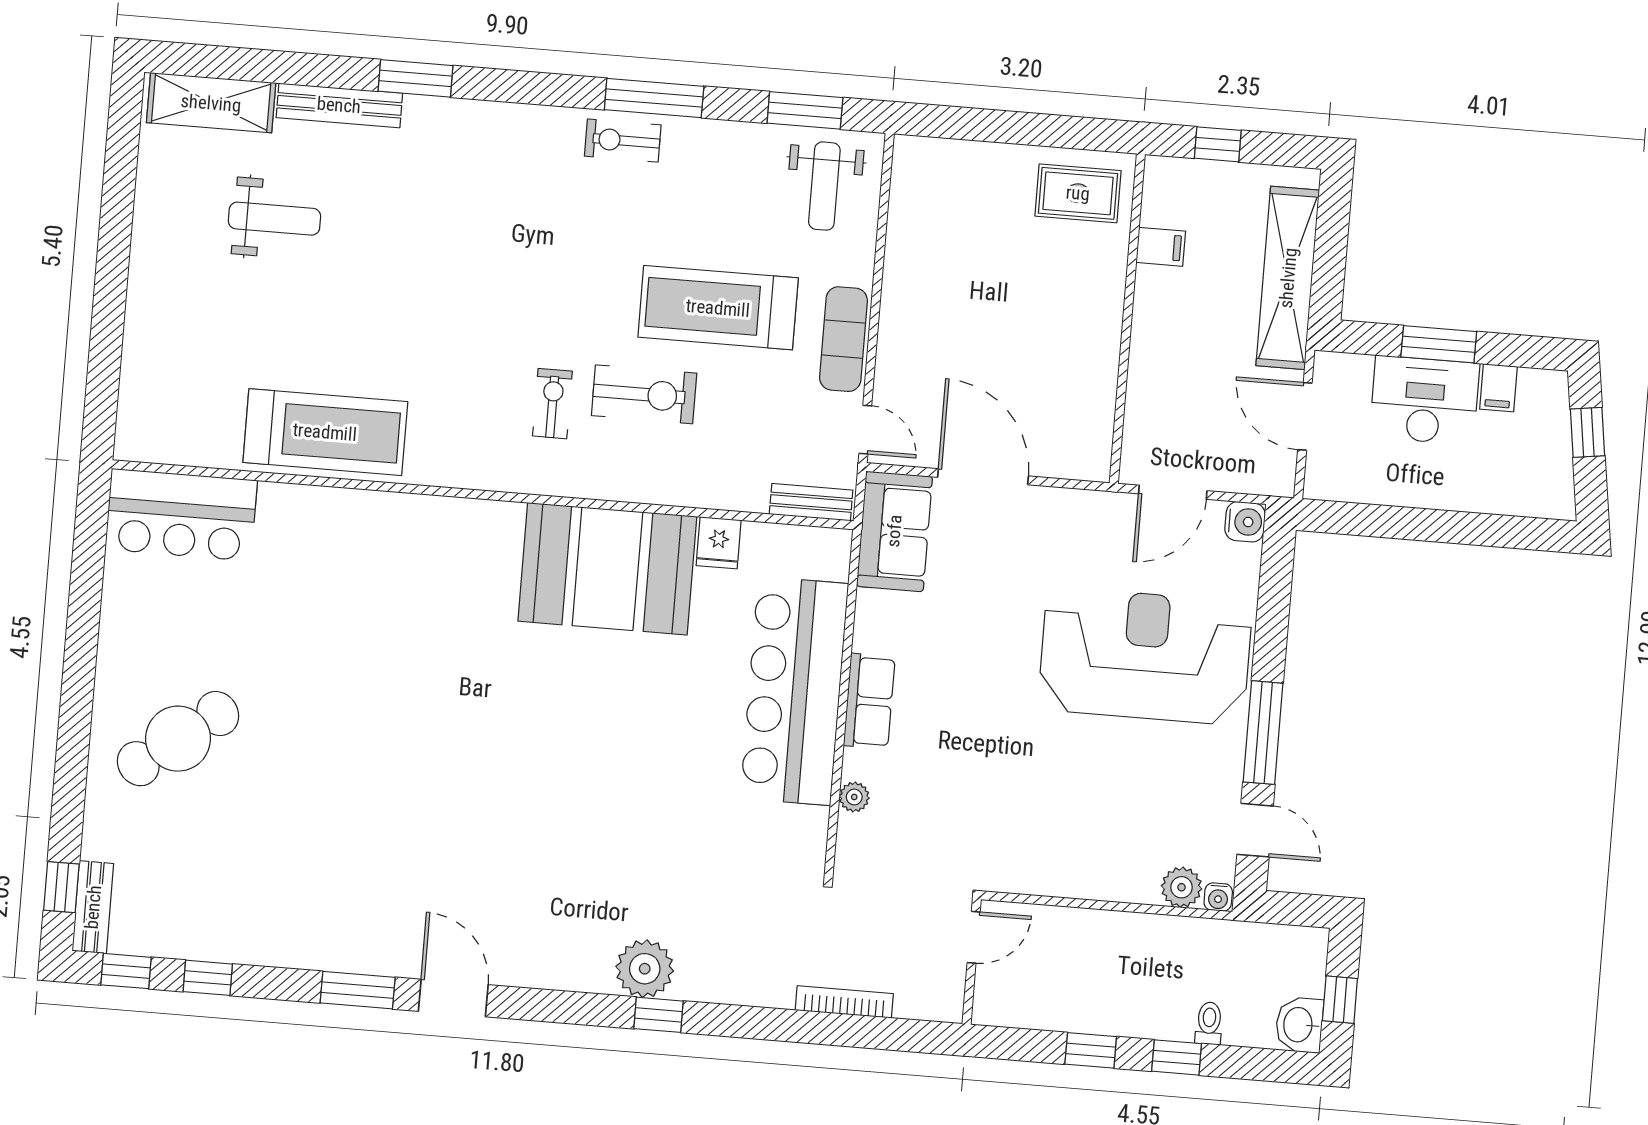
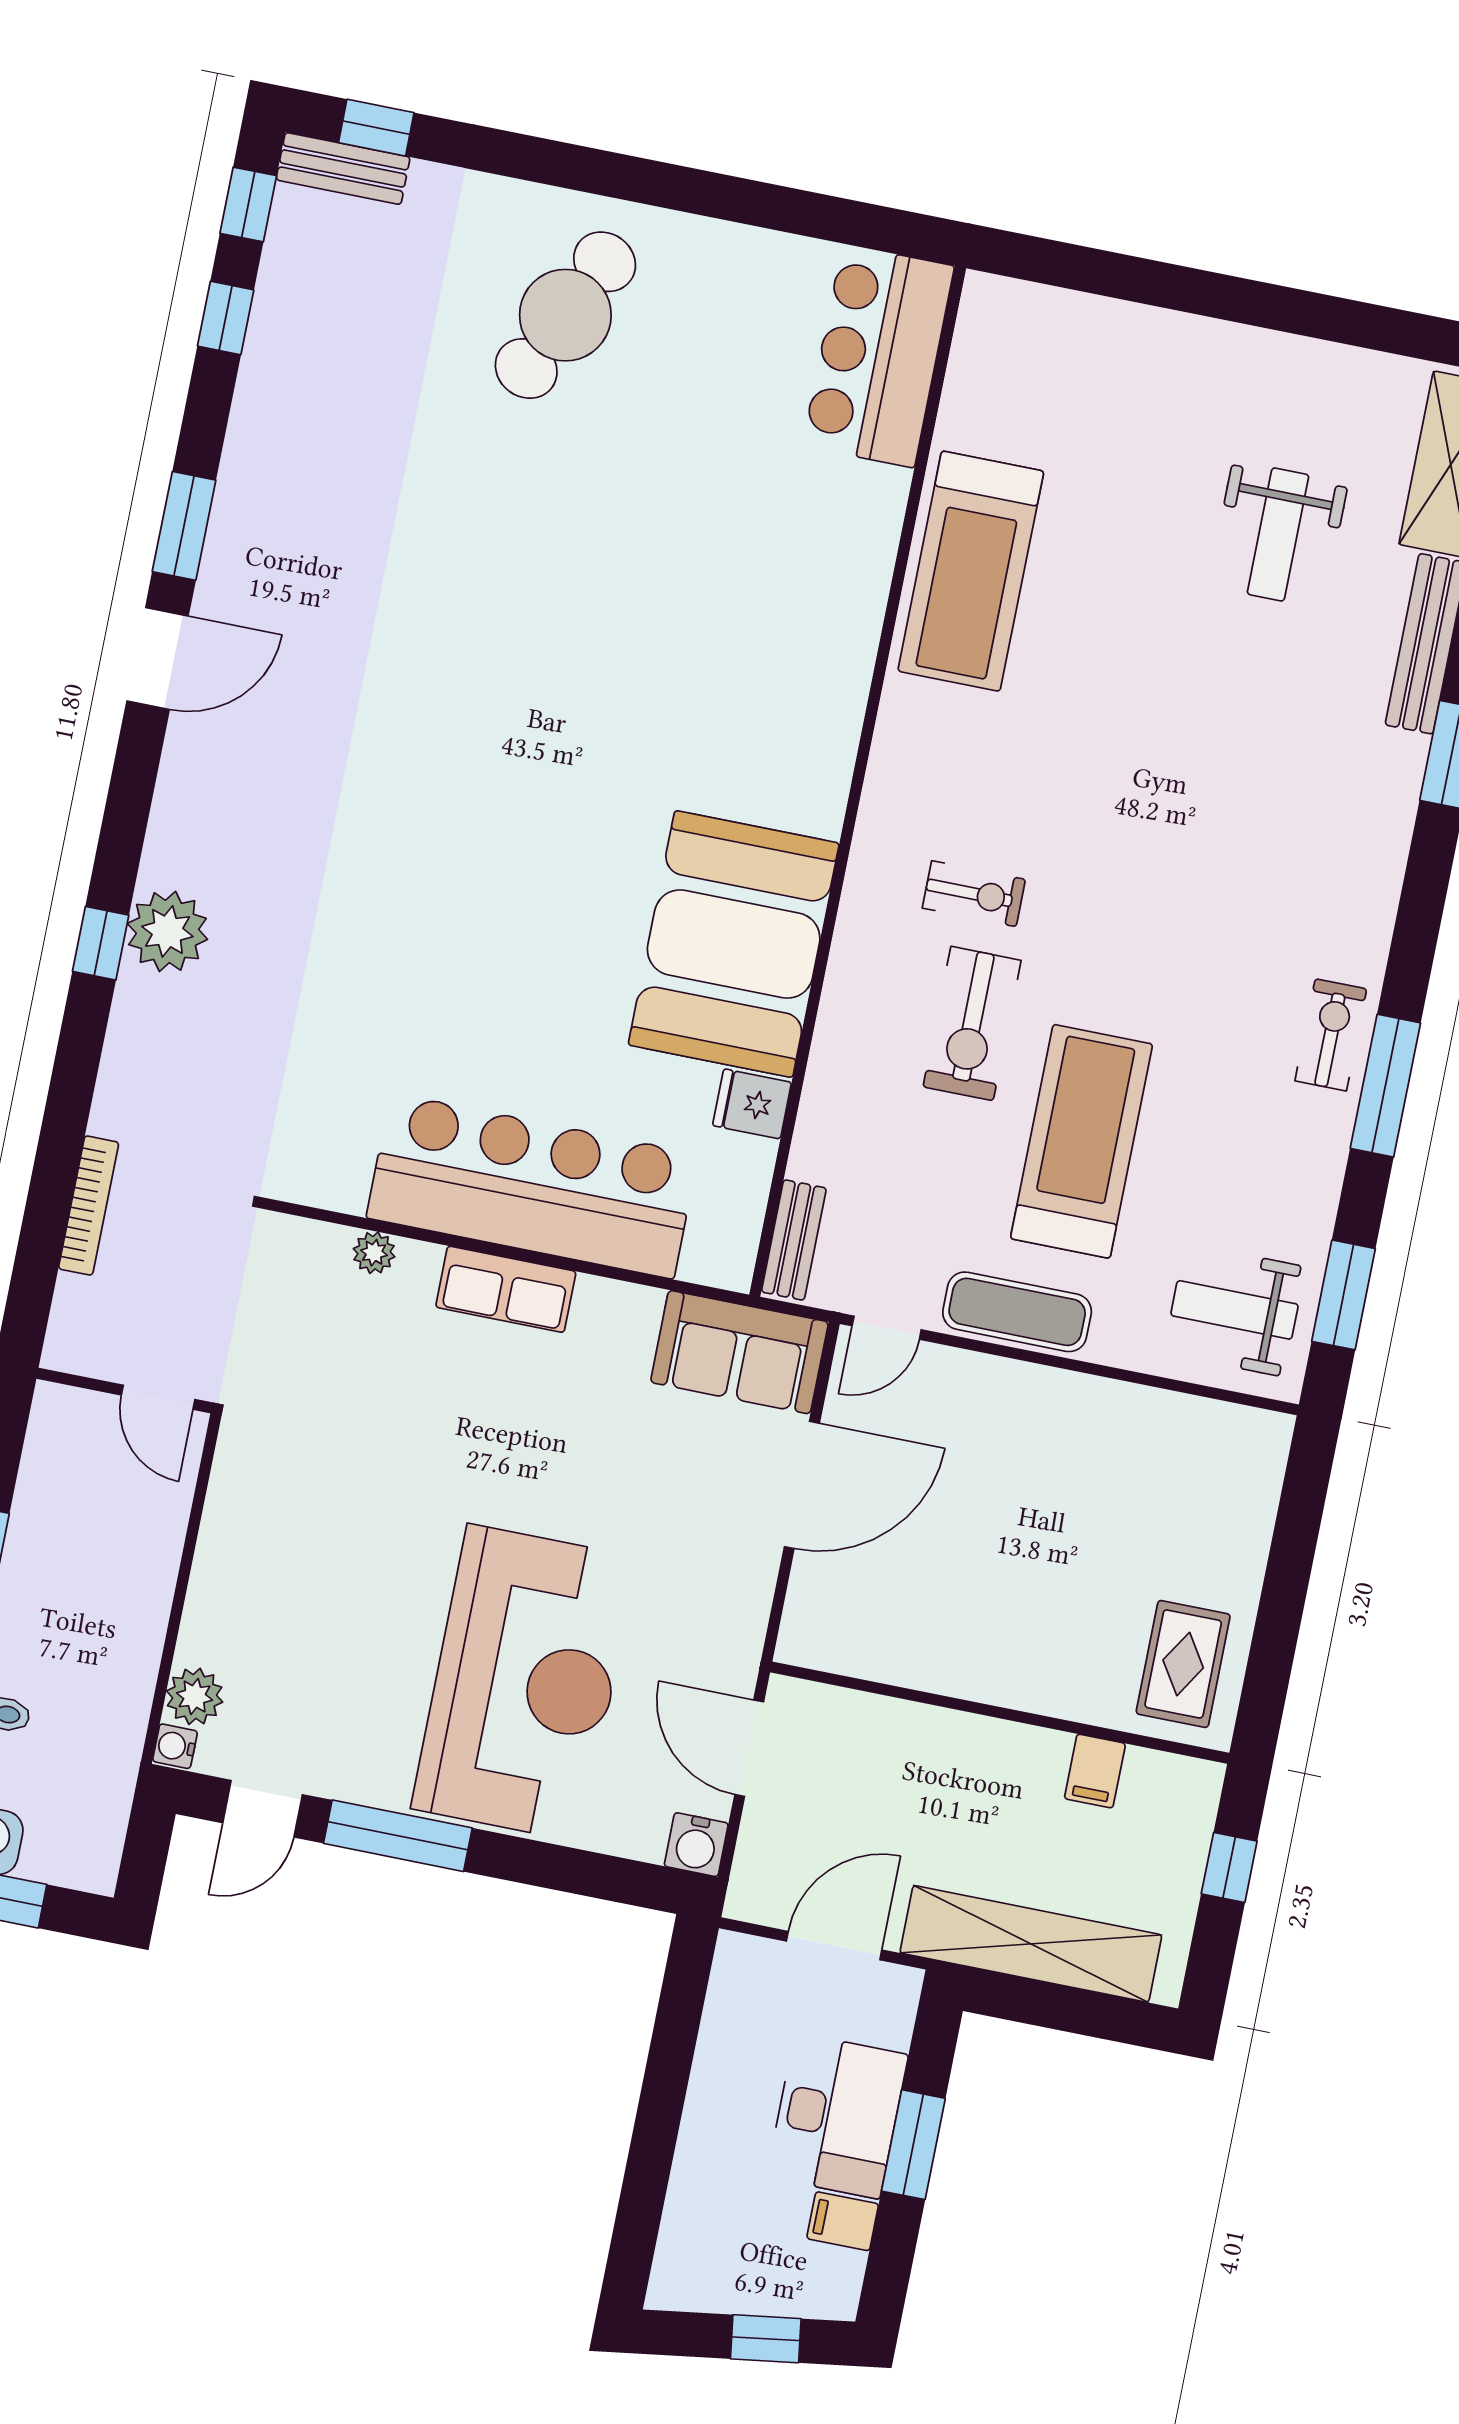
cafe table: (178, 739) -> (565, 315), turned 62

